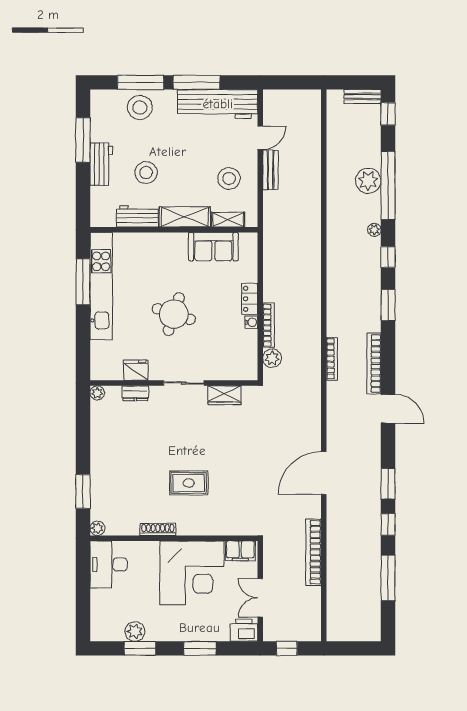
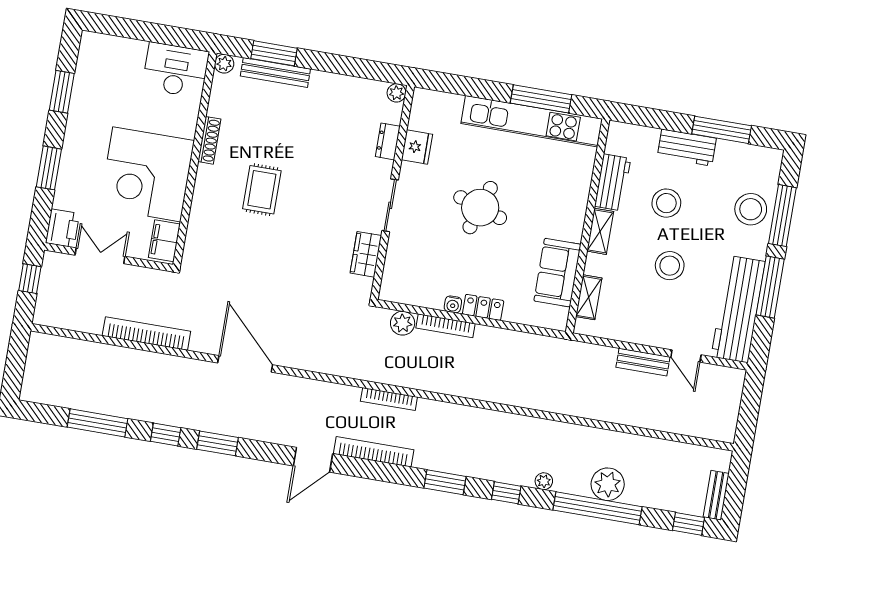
stool: (229, 178) -> (670, 266), moved
shelving: (185, 217) -> (600, 231), width x0.67, depth x0.75
bench: (97, 488) -> (275, 72), added
plant: (135, 631) -> (84, 89), removed

